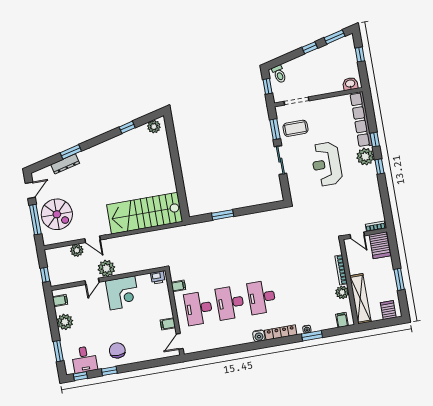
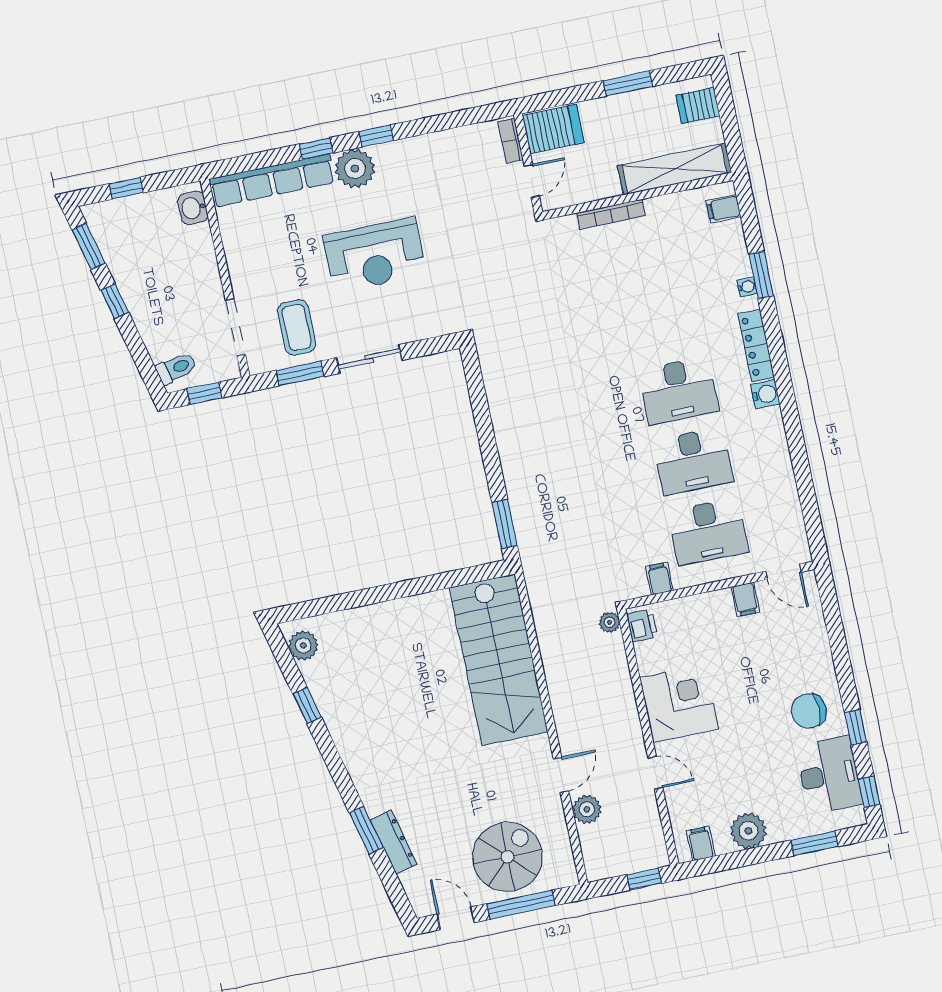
window: (223, 215) -> (505, 524), moved
plant: (106, 268) -> (610, 622), moved, width x0.53, depth x0.53
plant: (342, 292) -> (662, 210), removed
desk: (84, 359) -> (829, 775), width x1.37

